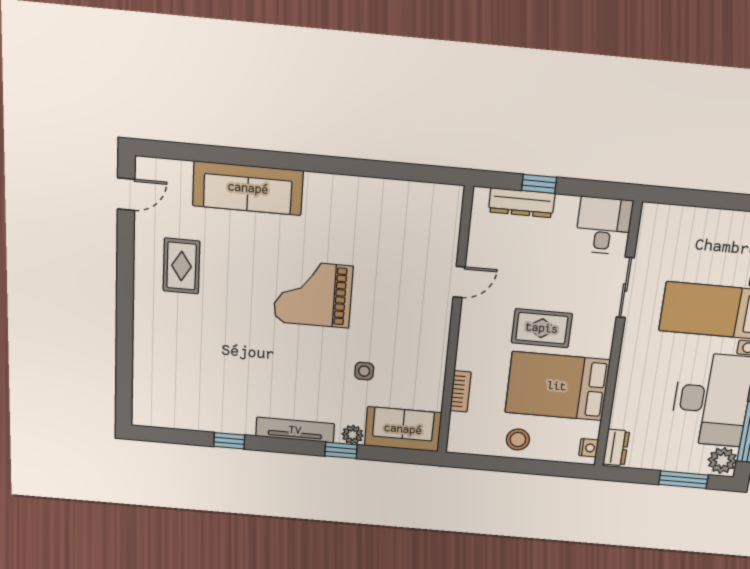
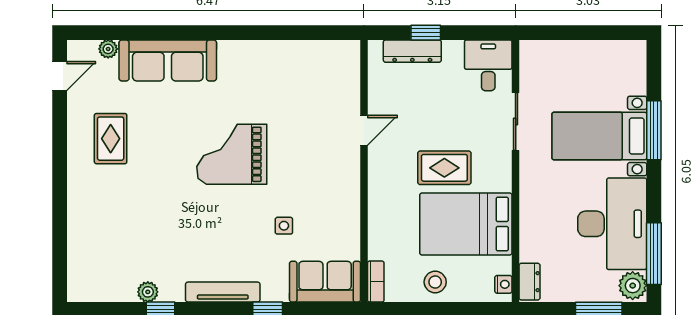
plant: (181, 169) -> (108, 49), added
bookcase: (461, 391) -> (376, 282), moved
plant: (353, 435) -> (148, 292), moved

